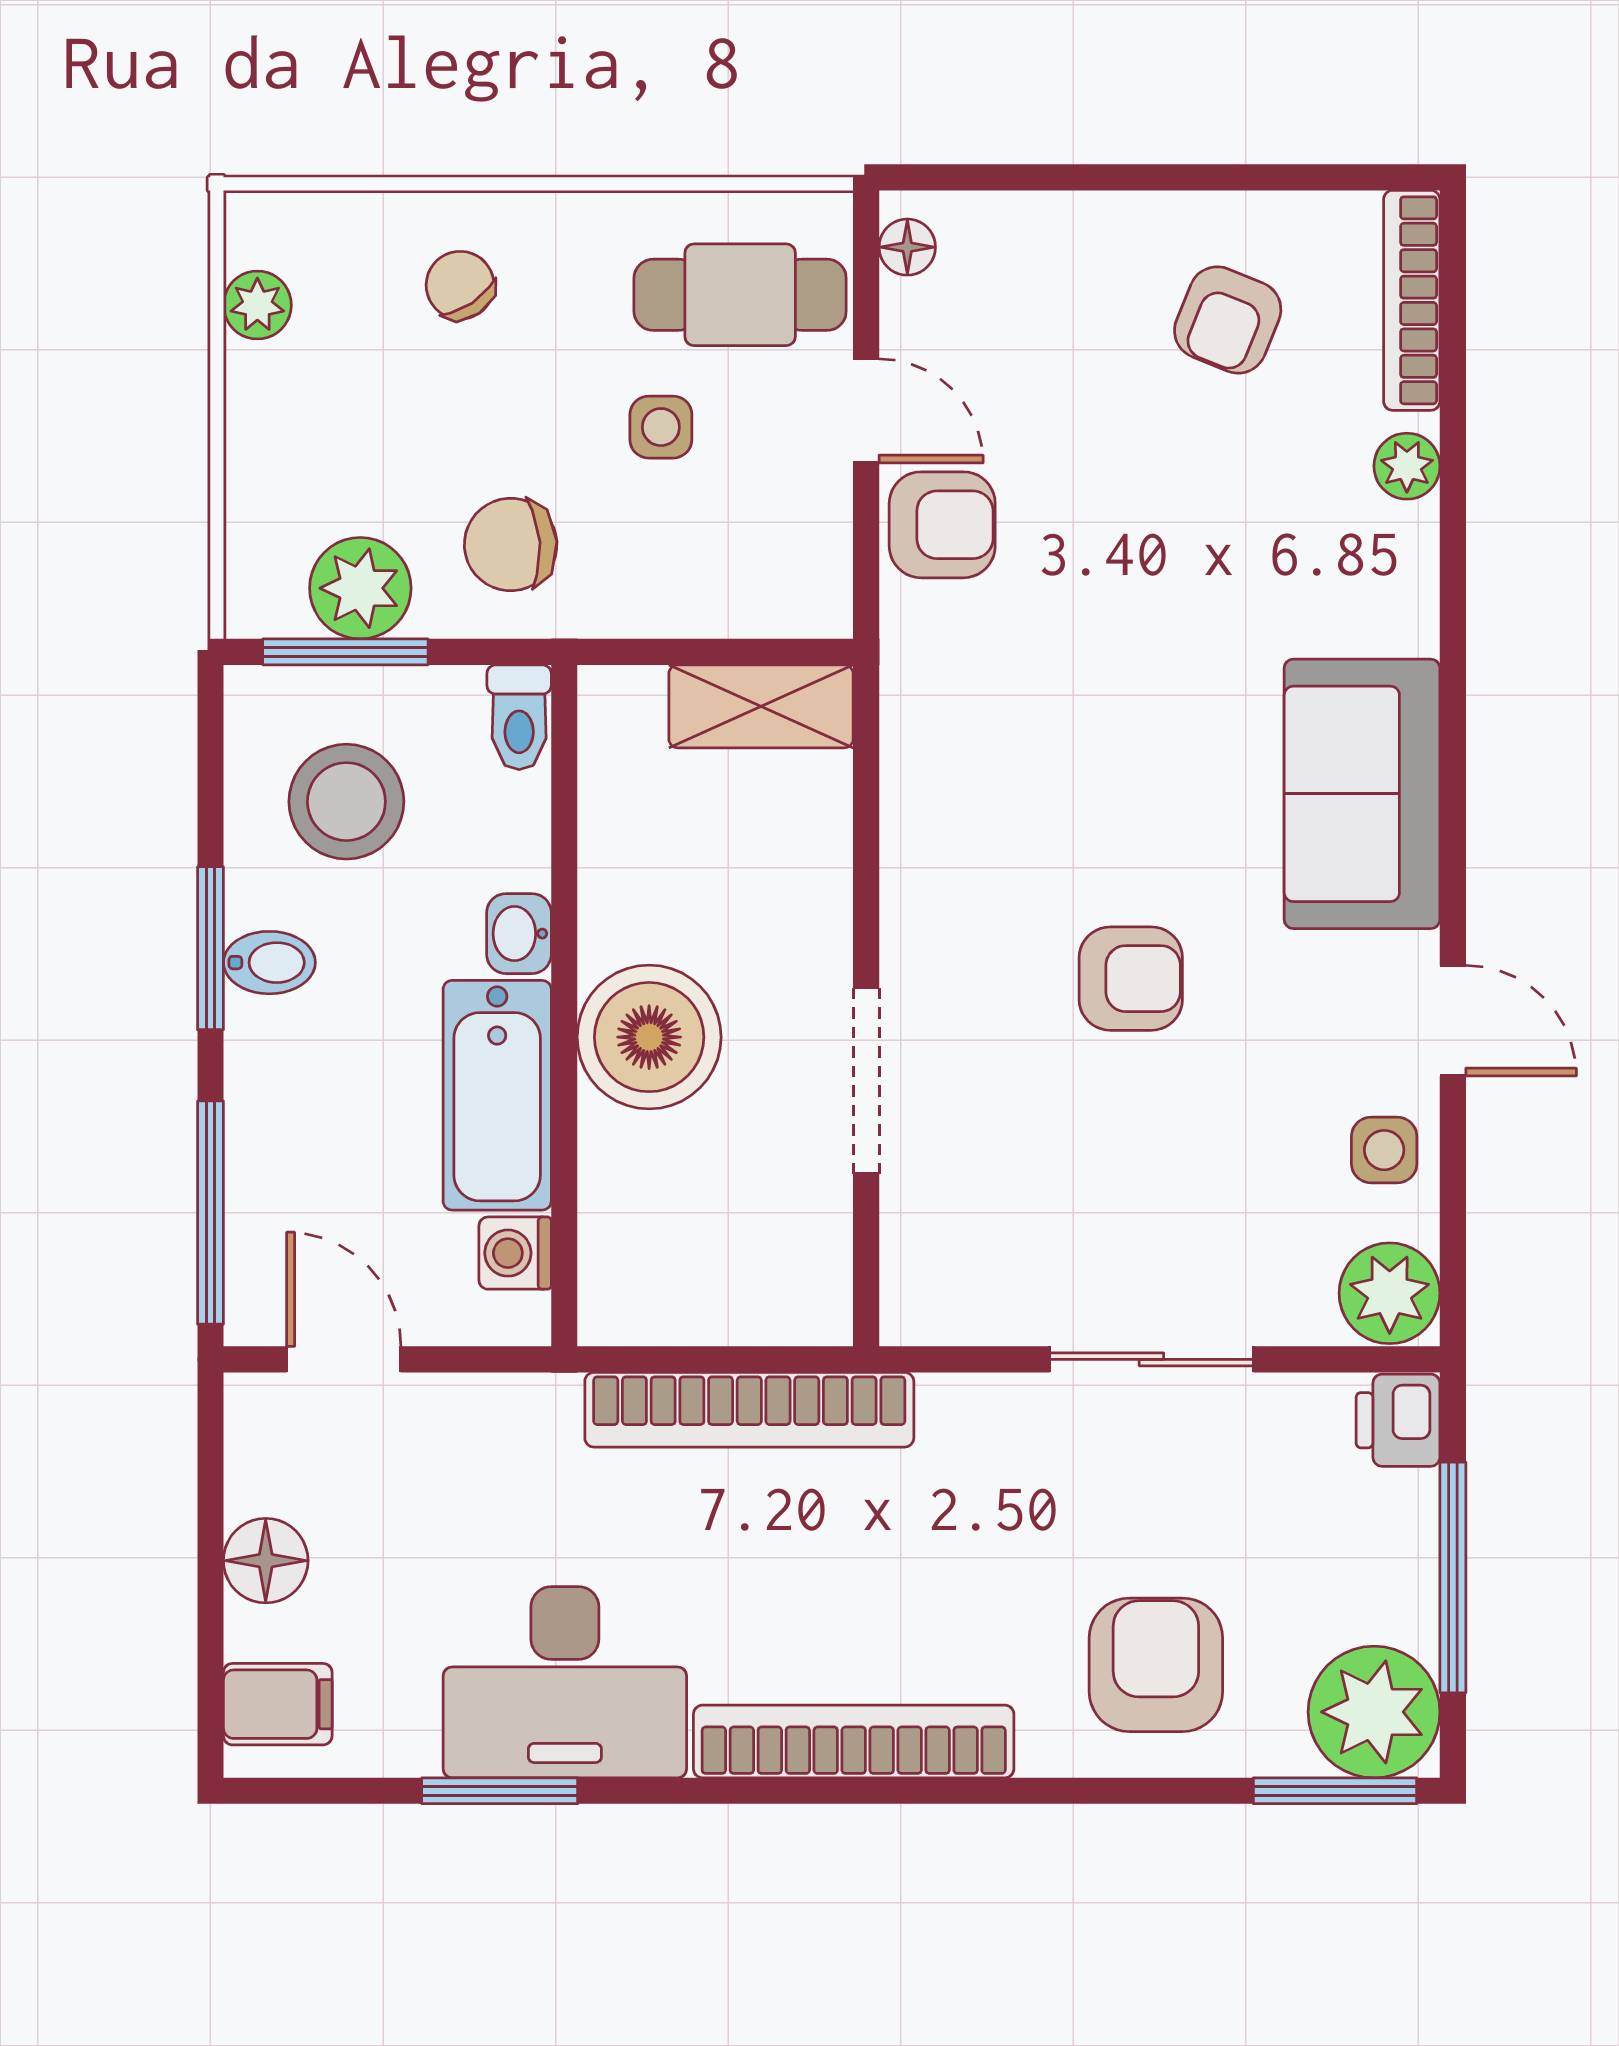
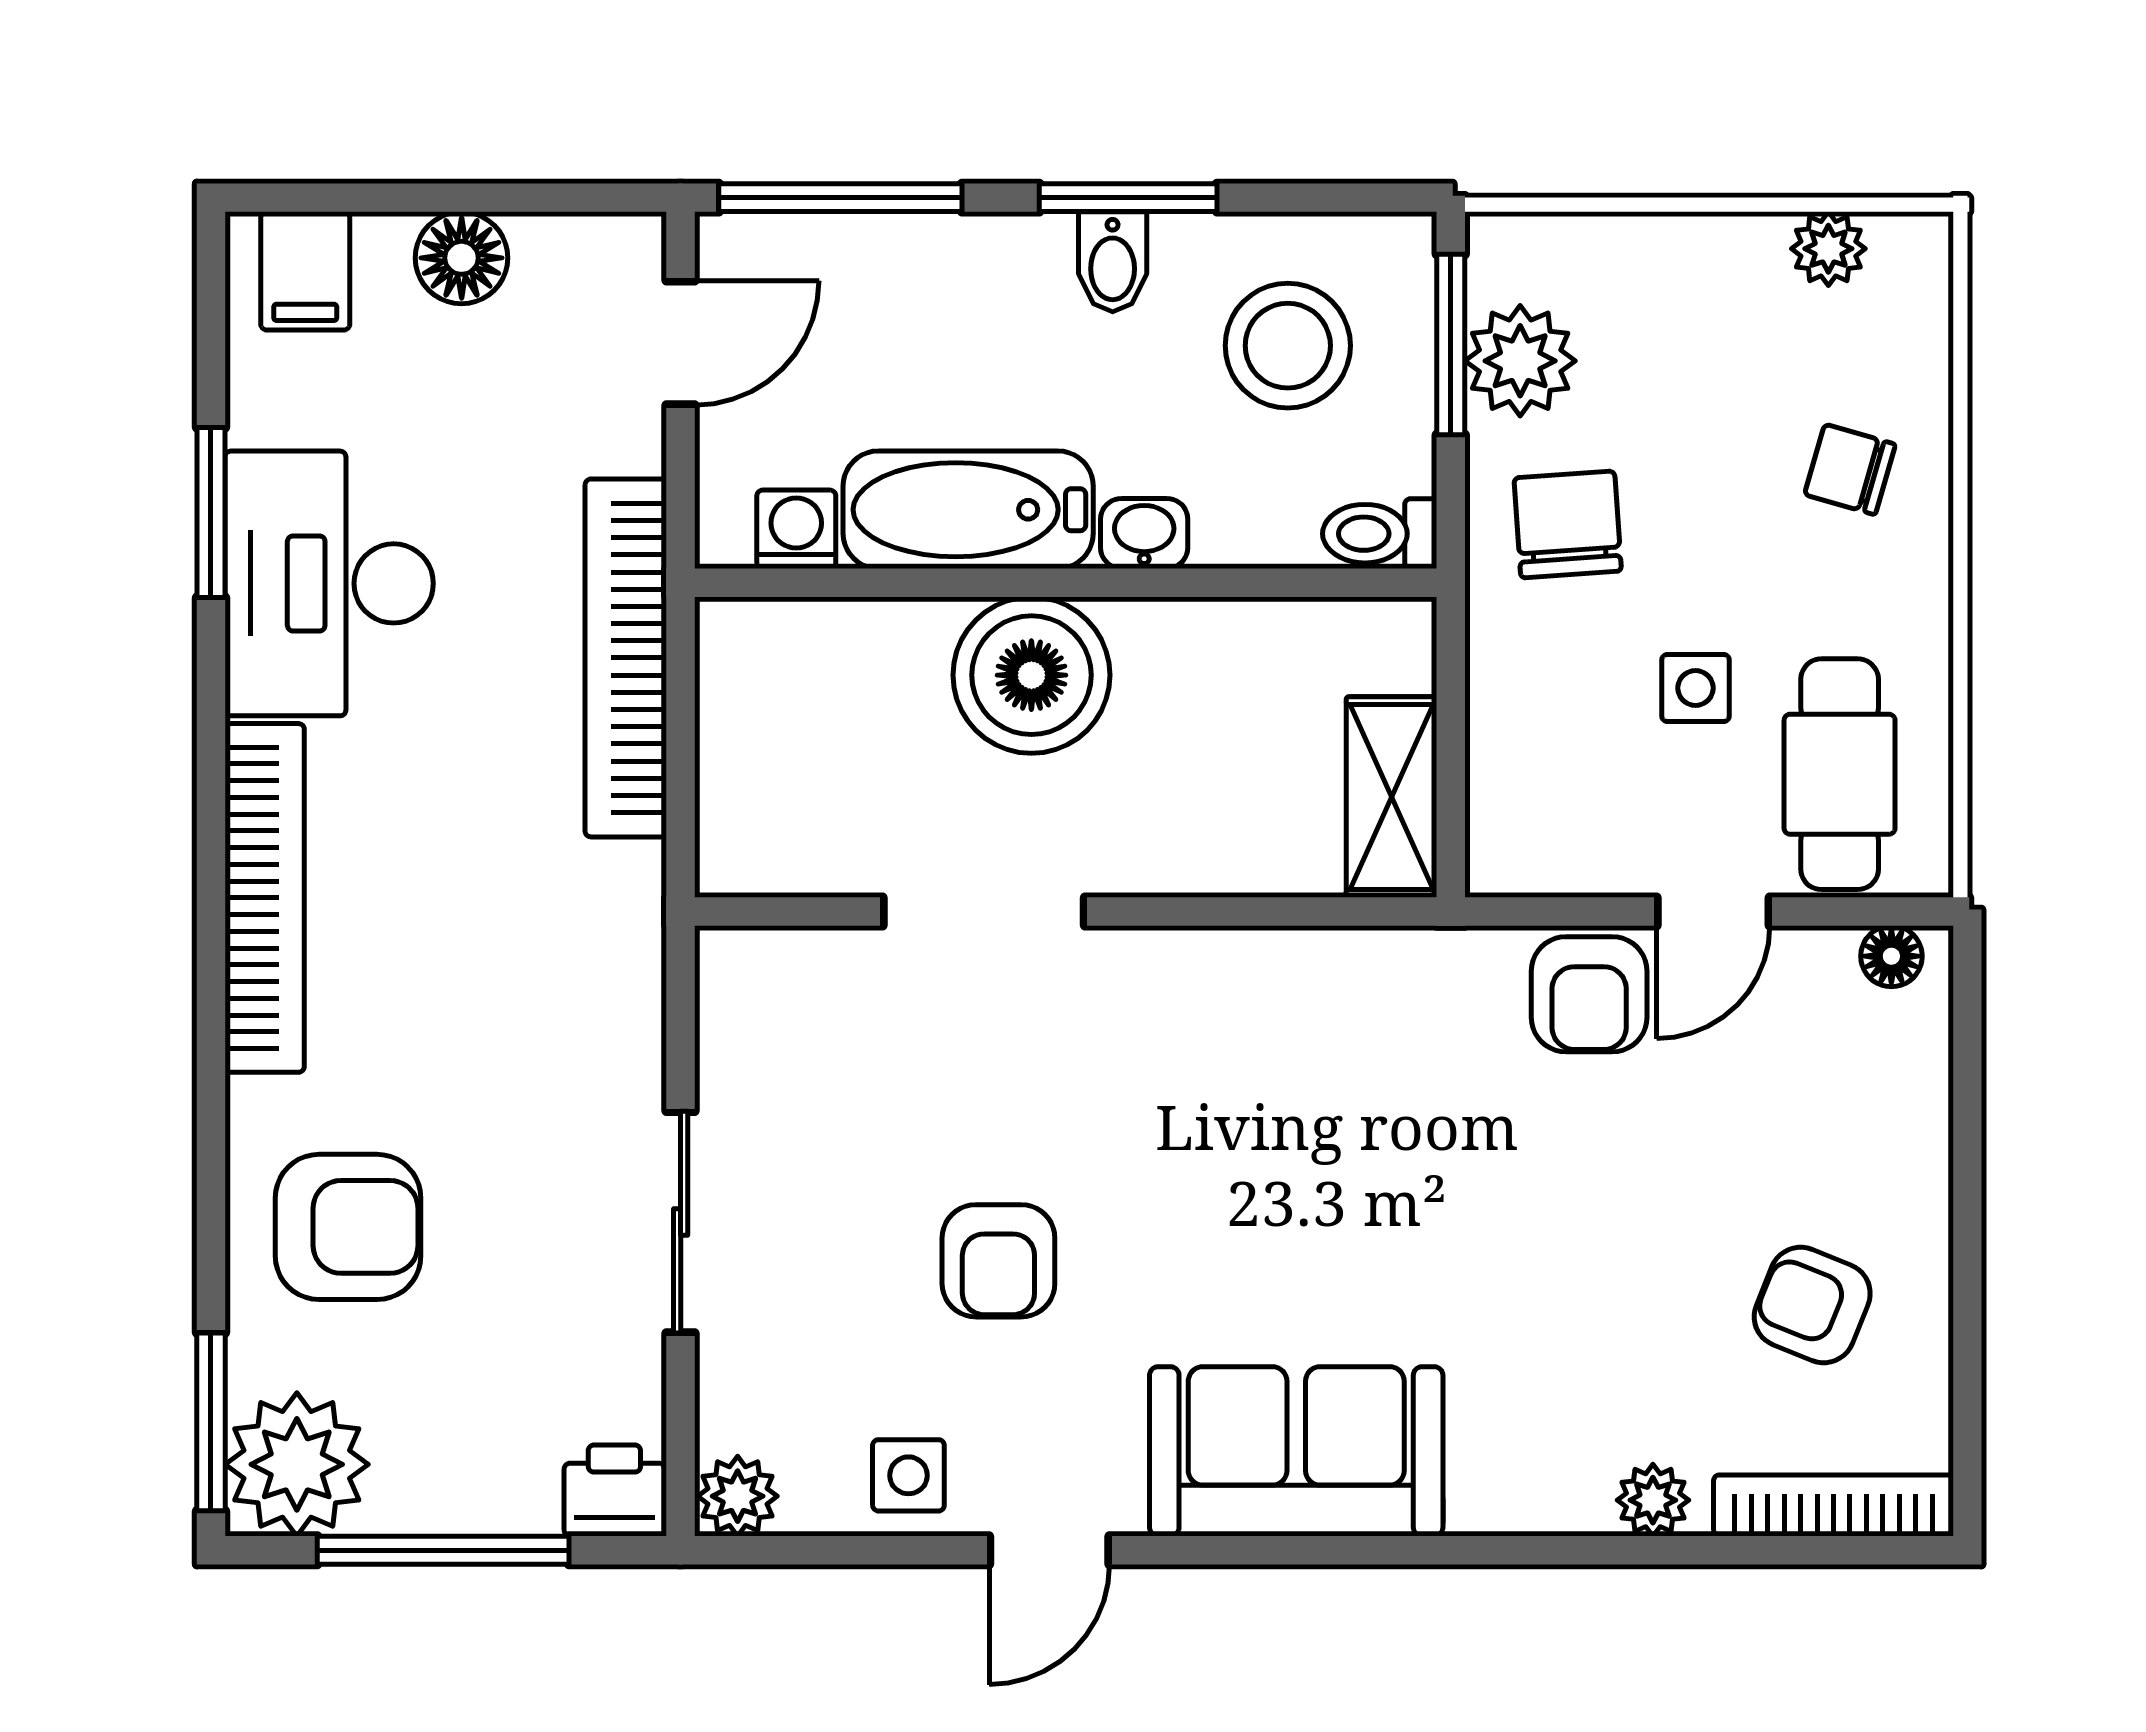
chair: (460, 285) -> (1850, 469), turned -130
armchair: (1131, 979) -> (998, 1261), moved
plant: (1390, 1293) -> (738, 1496), width x0.73, depth x0.73
bookcase: (749, 1410) -> (626, 658), moved

